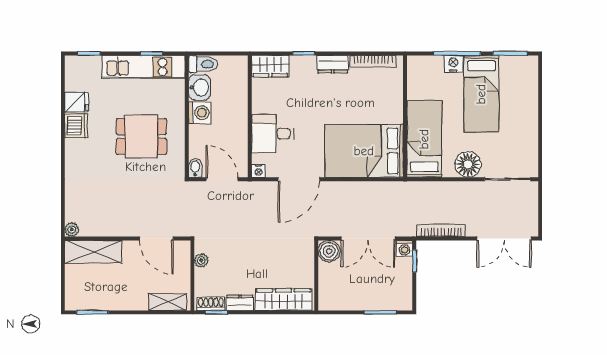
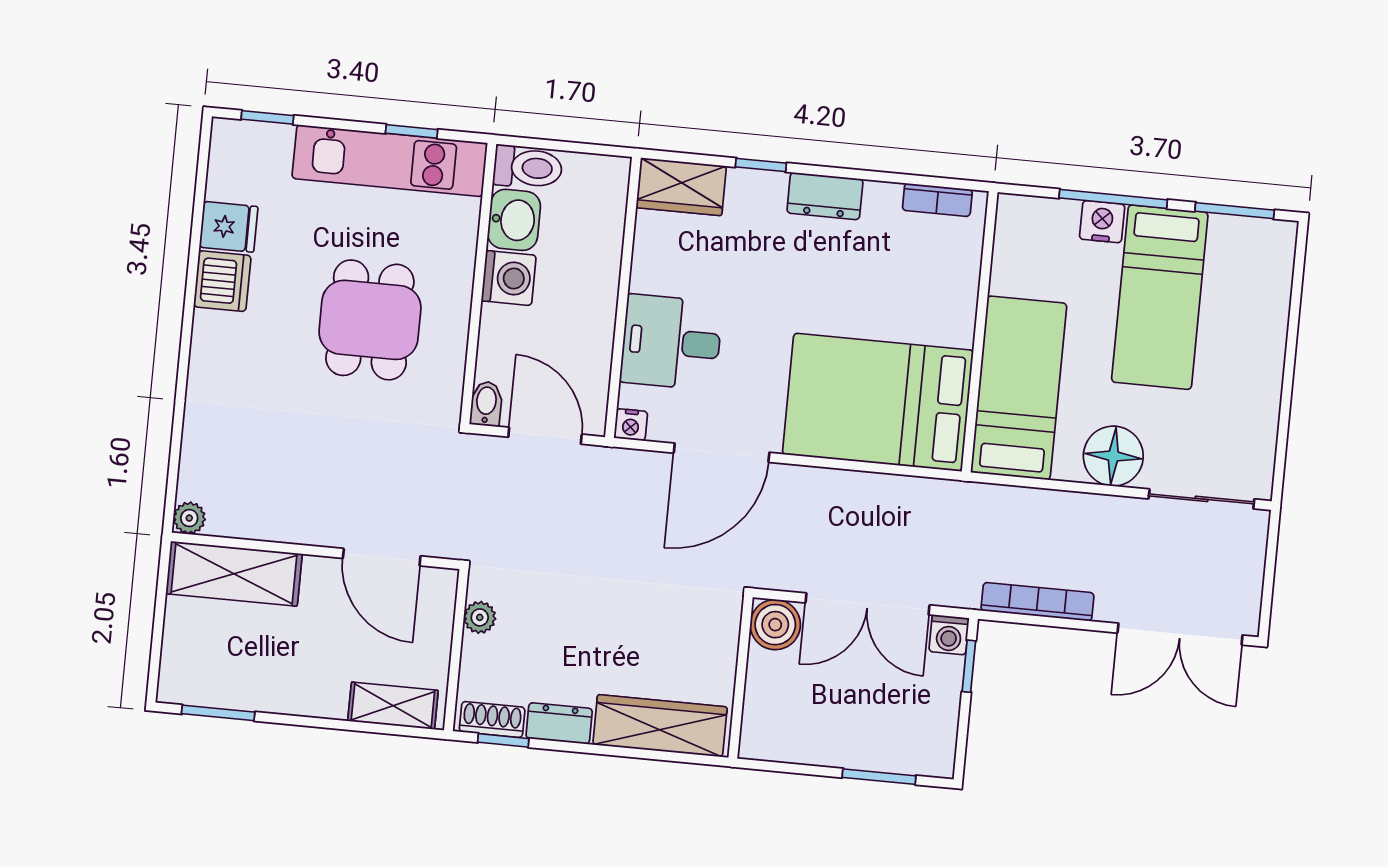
bookcase: (373, 61) -> (937, 200), width x0.64
dining table: (141, 137) -> (370, 320), turned 90

